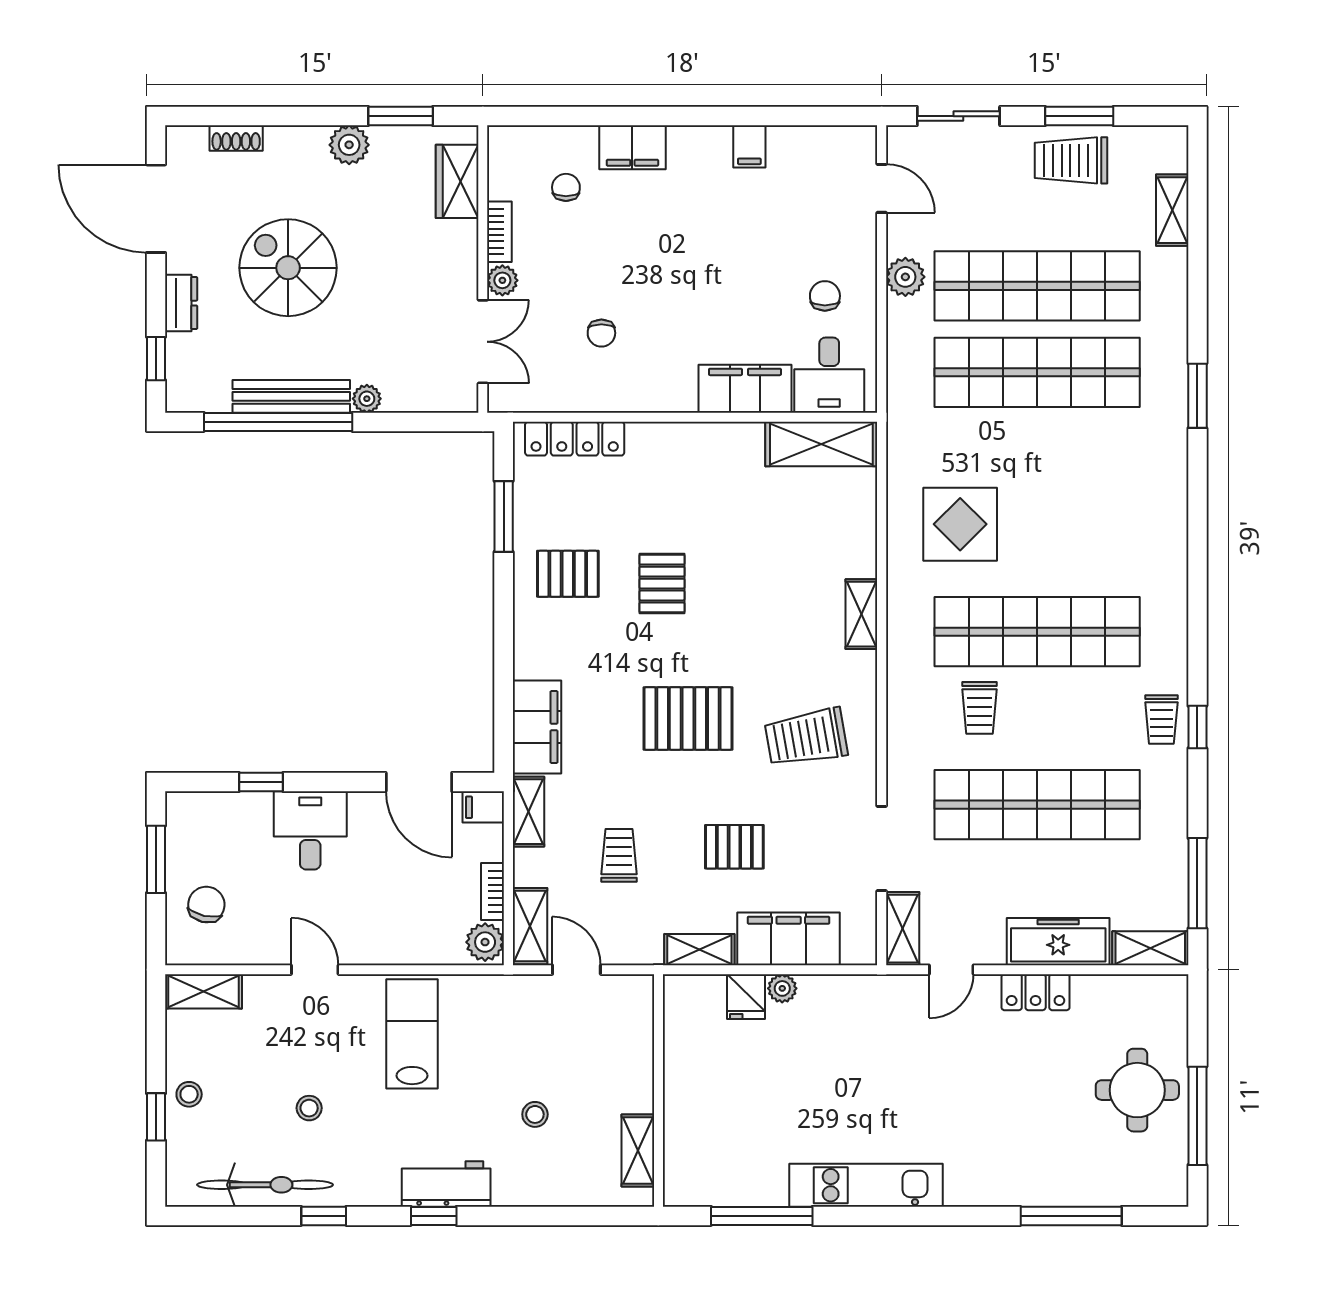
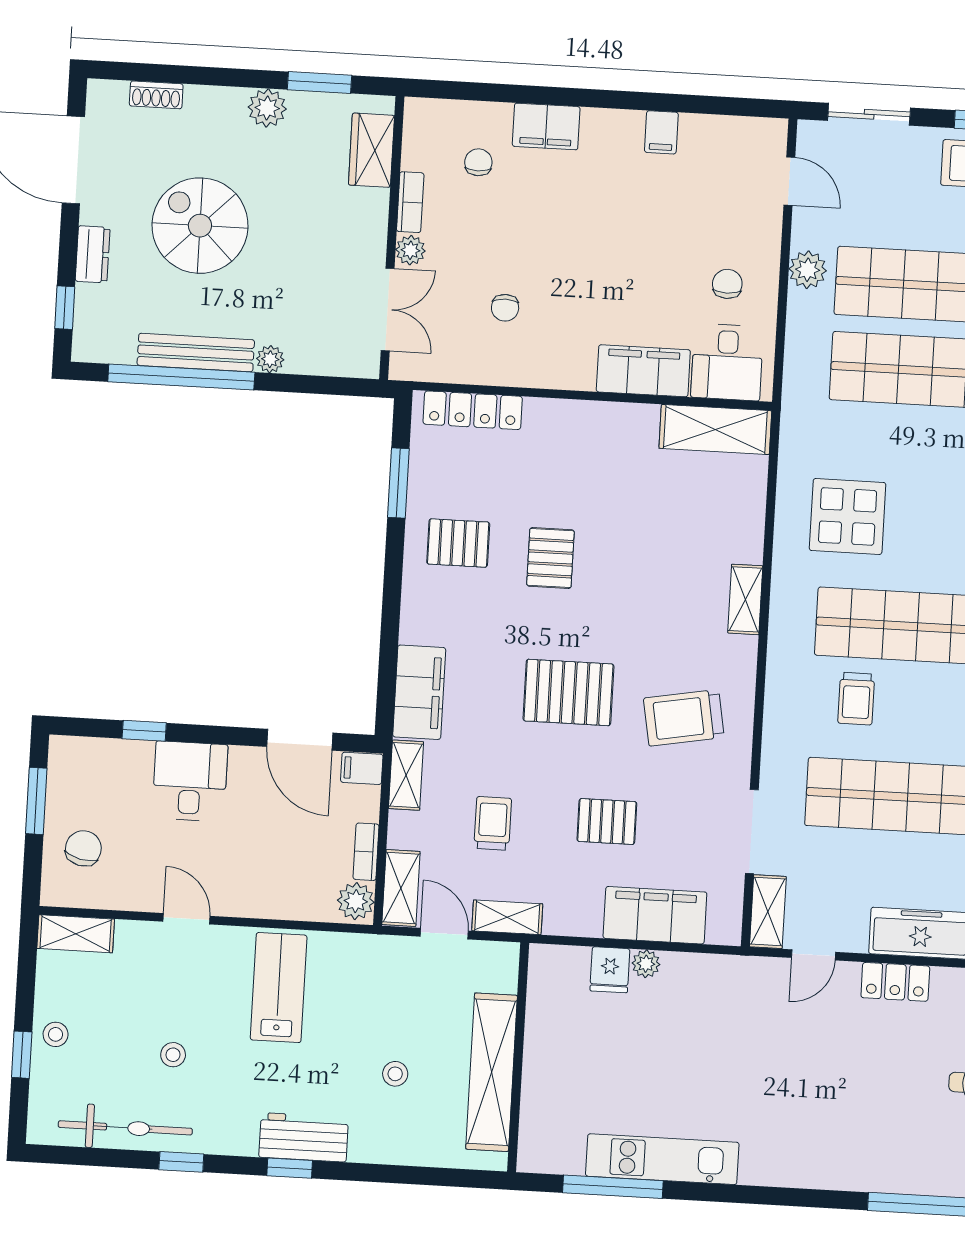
shelving: (699, 950) -> (507, 917), moved
shelving: (638, 1151) -> (492, 1072), width x2.20, depth x1.33
kitchen unit: (866, 1185) -> (662, 1159), moved

